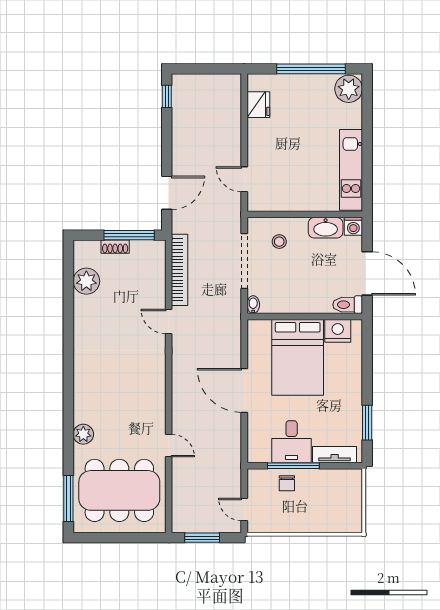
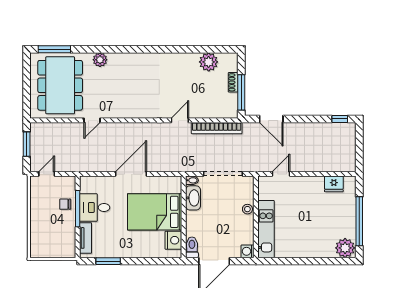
kitchen unit: (351, 170) -> (266, 229), moved, turned 90
washbasin: (326, 228) -> (193, 198), moved, turned 180
stool: (279, 242) -> (247, 209), moved

